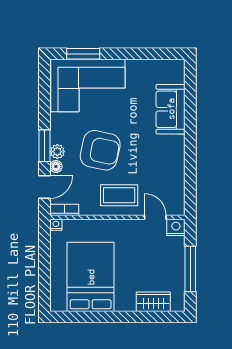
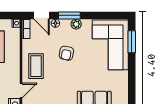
armchair: (100, 150) -> (66, 53), width x0.53, depth x0.53
plant: (57, 152) -> (76, 24), moved

